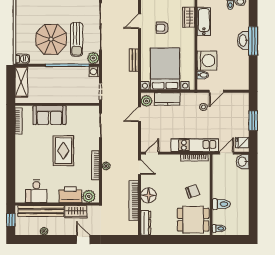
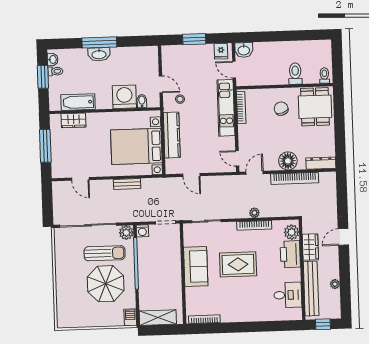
armchair: (162, 28) -> (87, 152), removed
kitchen counter: (167, 99) -> (172, 135), width x1.50
plant: (146, 101) -> (175, 167), removed
sofa: (50, 115) -> (196, 266), moved

